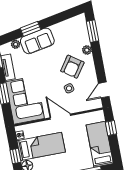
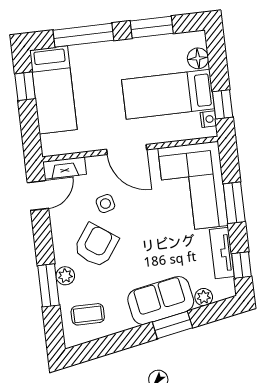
coffee table: (74, 31) -> (88, 314), added
window: (93, 31) -> (48, 285), moved
fireplace: (91, 105) -> (65, 168), added
window: (111, 128) -> (25, 86), moved
window: (15, 156) -> (223, 104), moved

